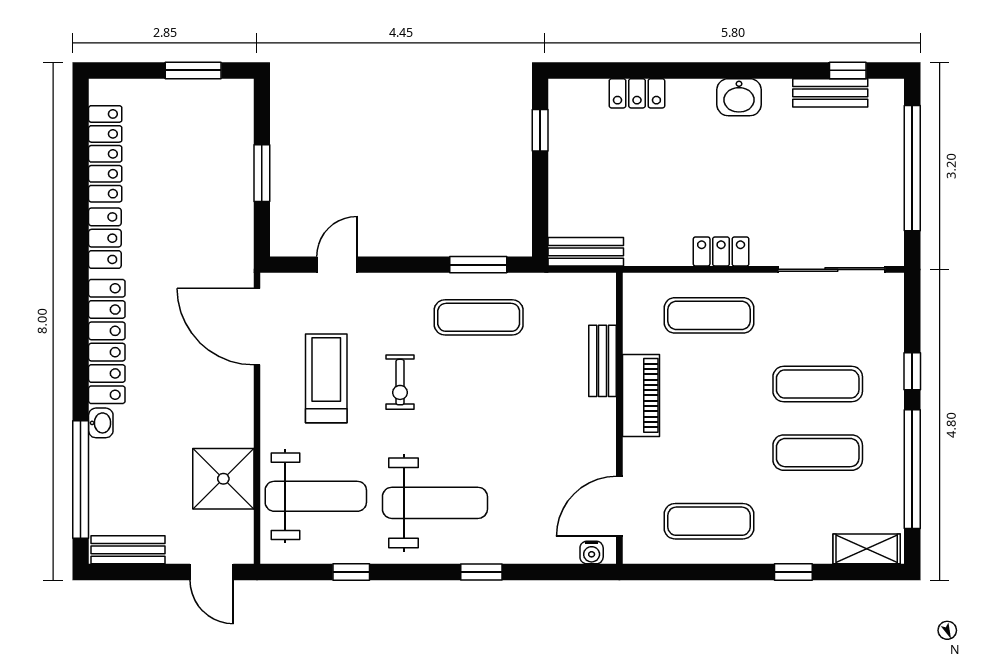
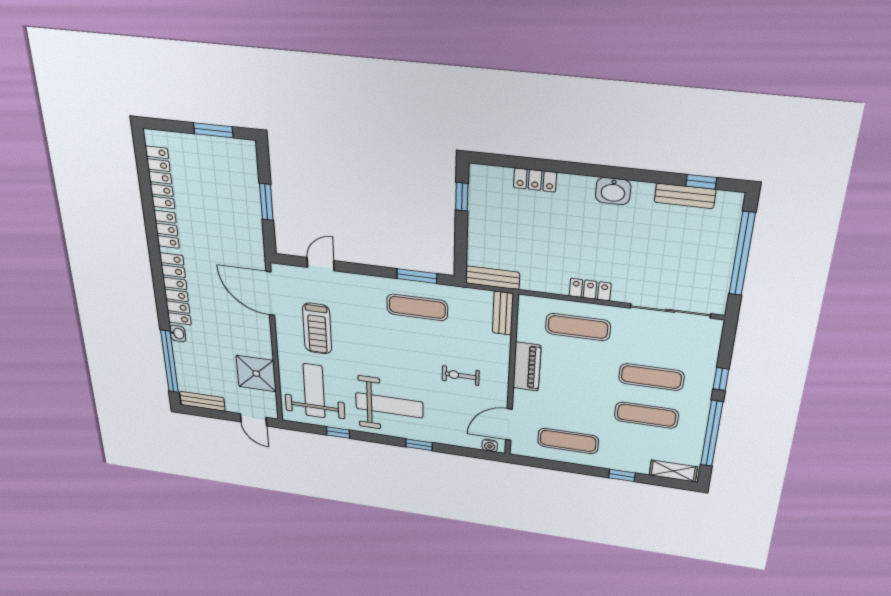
bench: (603, 361) -> (503, 313), moved
treadmill: (326, 378) -> (317, 329), turned 180
exercise bike: (400, 382) -> (461, 376), moved, turned 90
weight bench: (316, 496) -> (314, 391), turned -90

